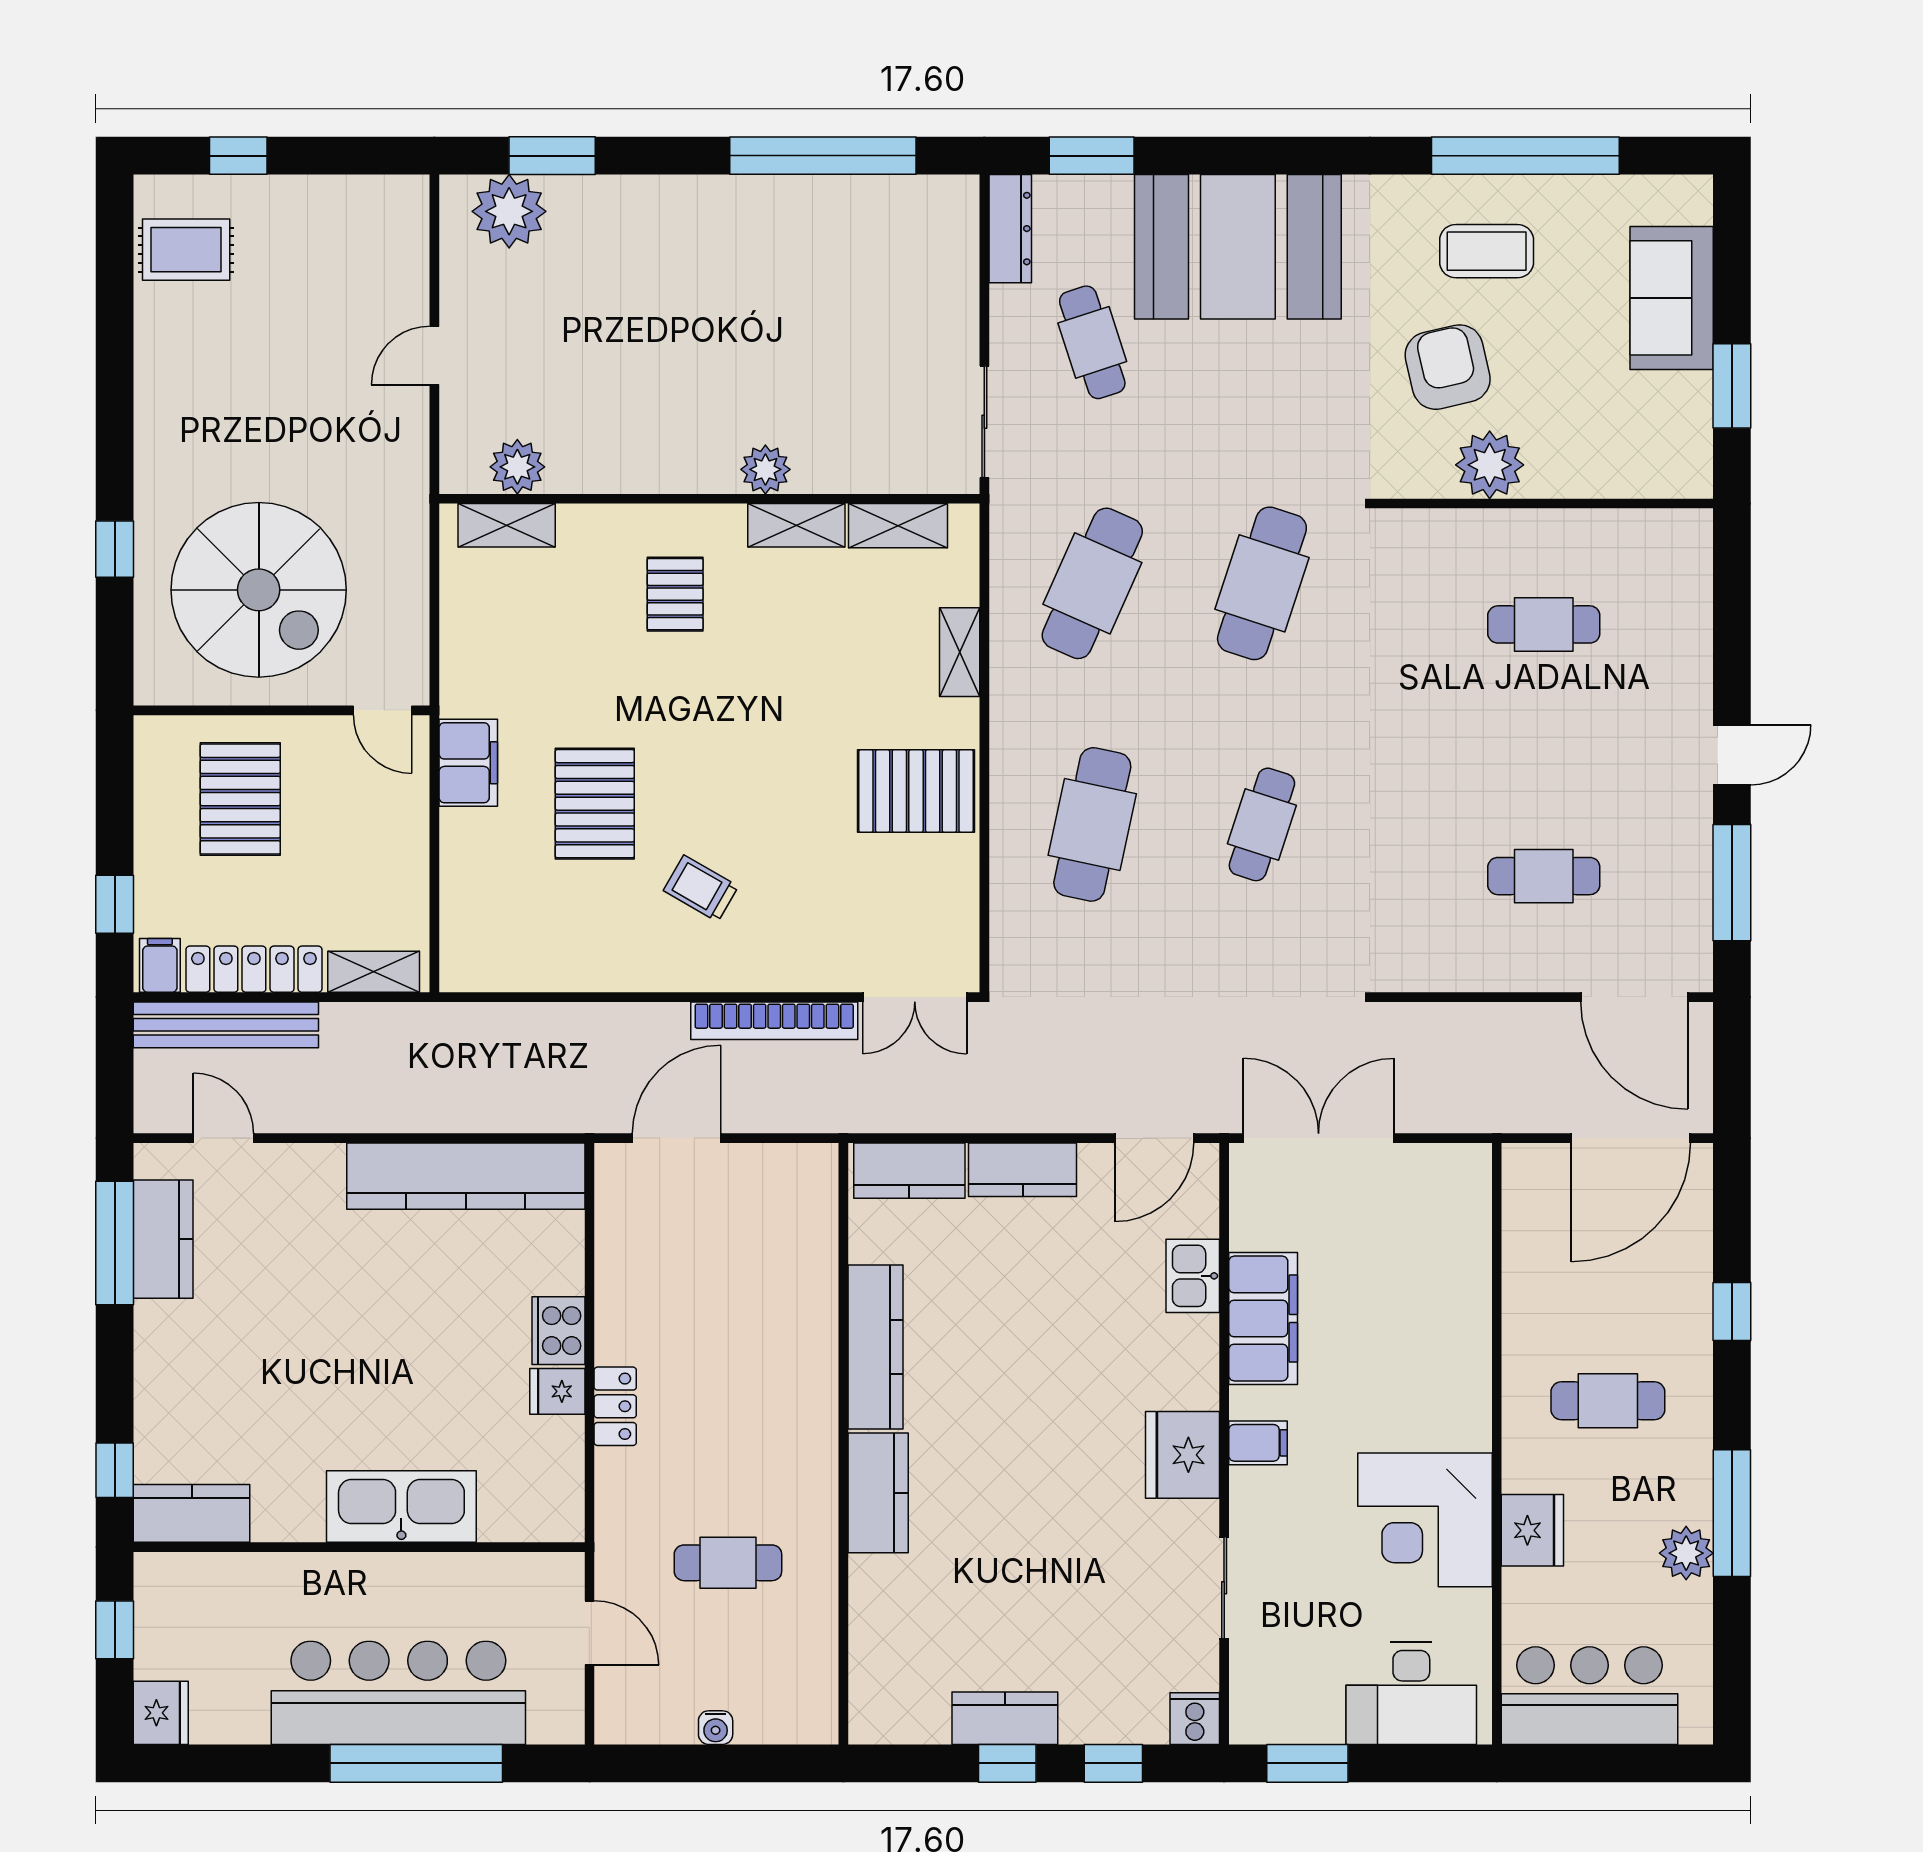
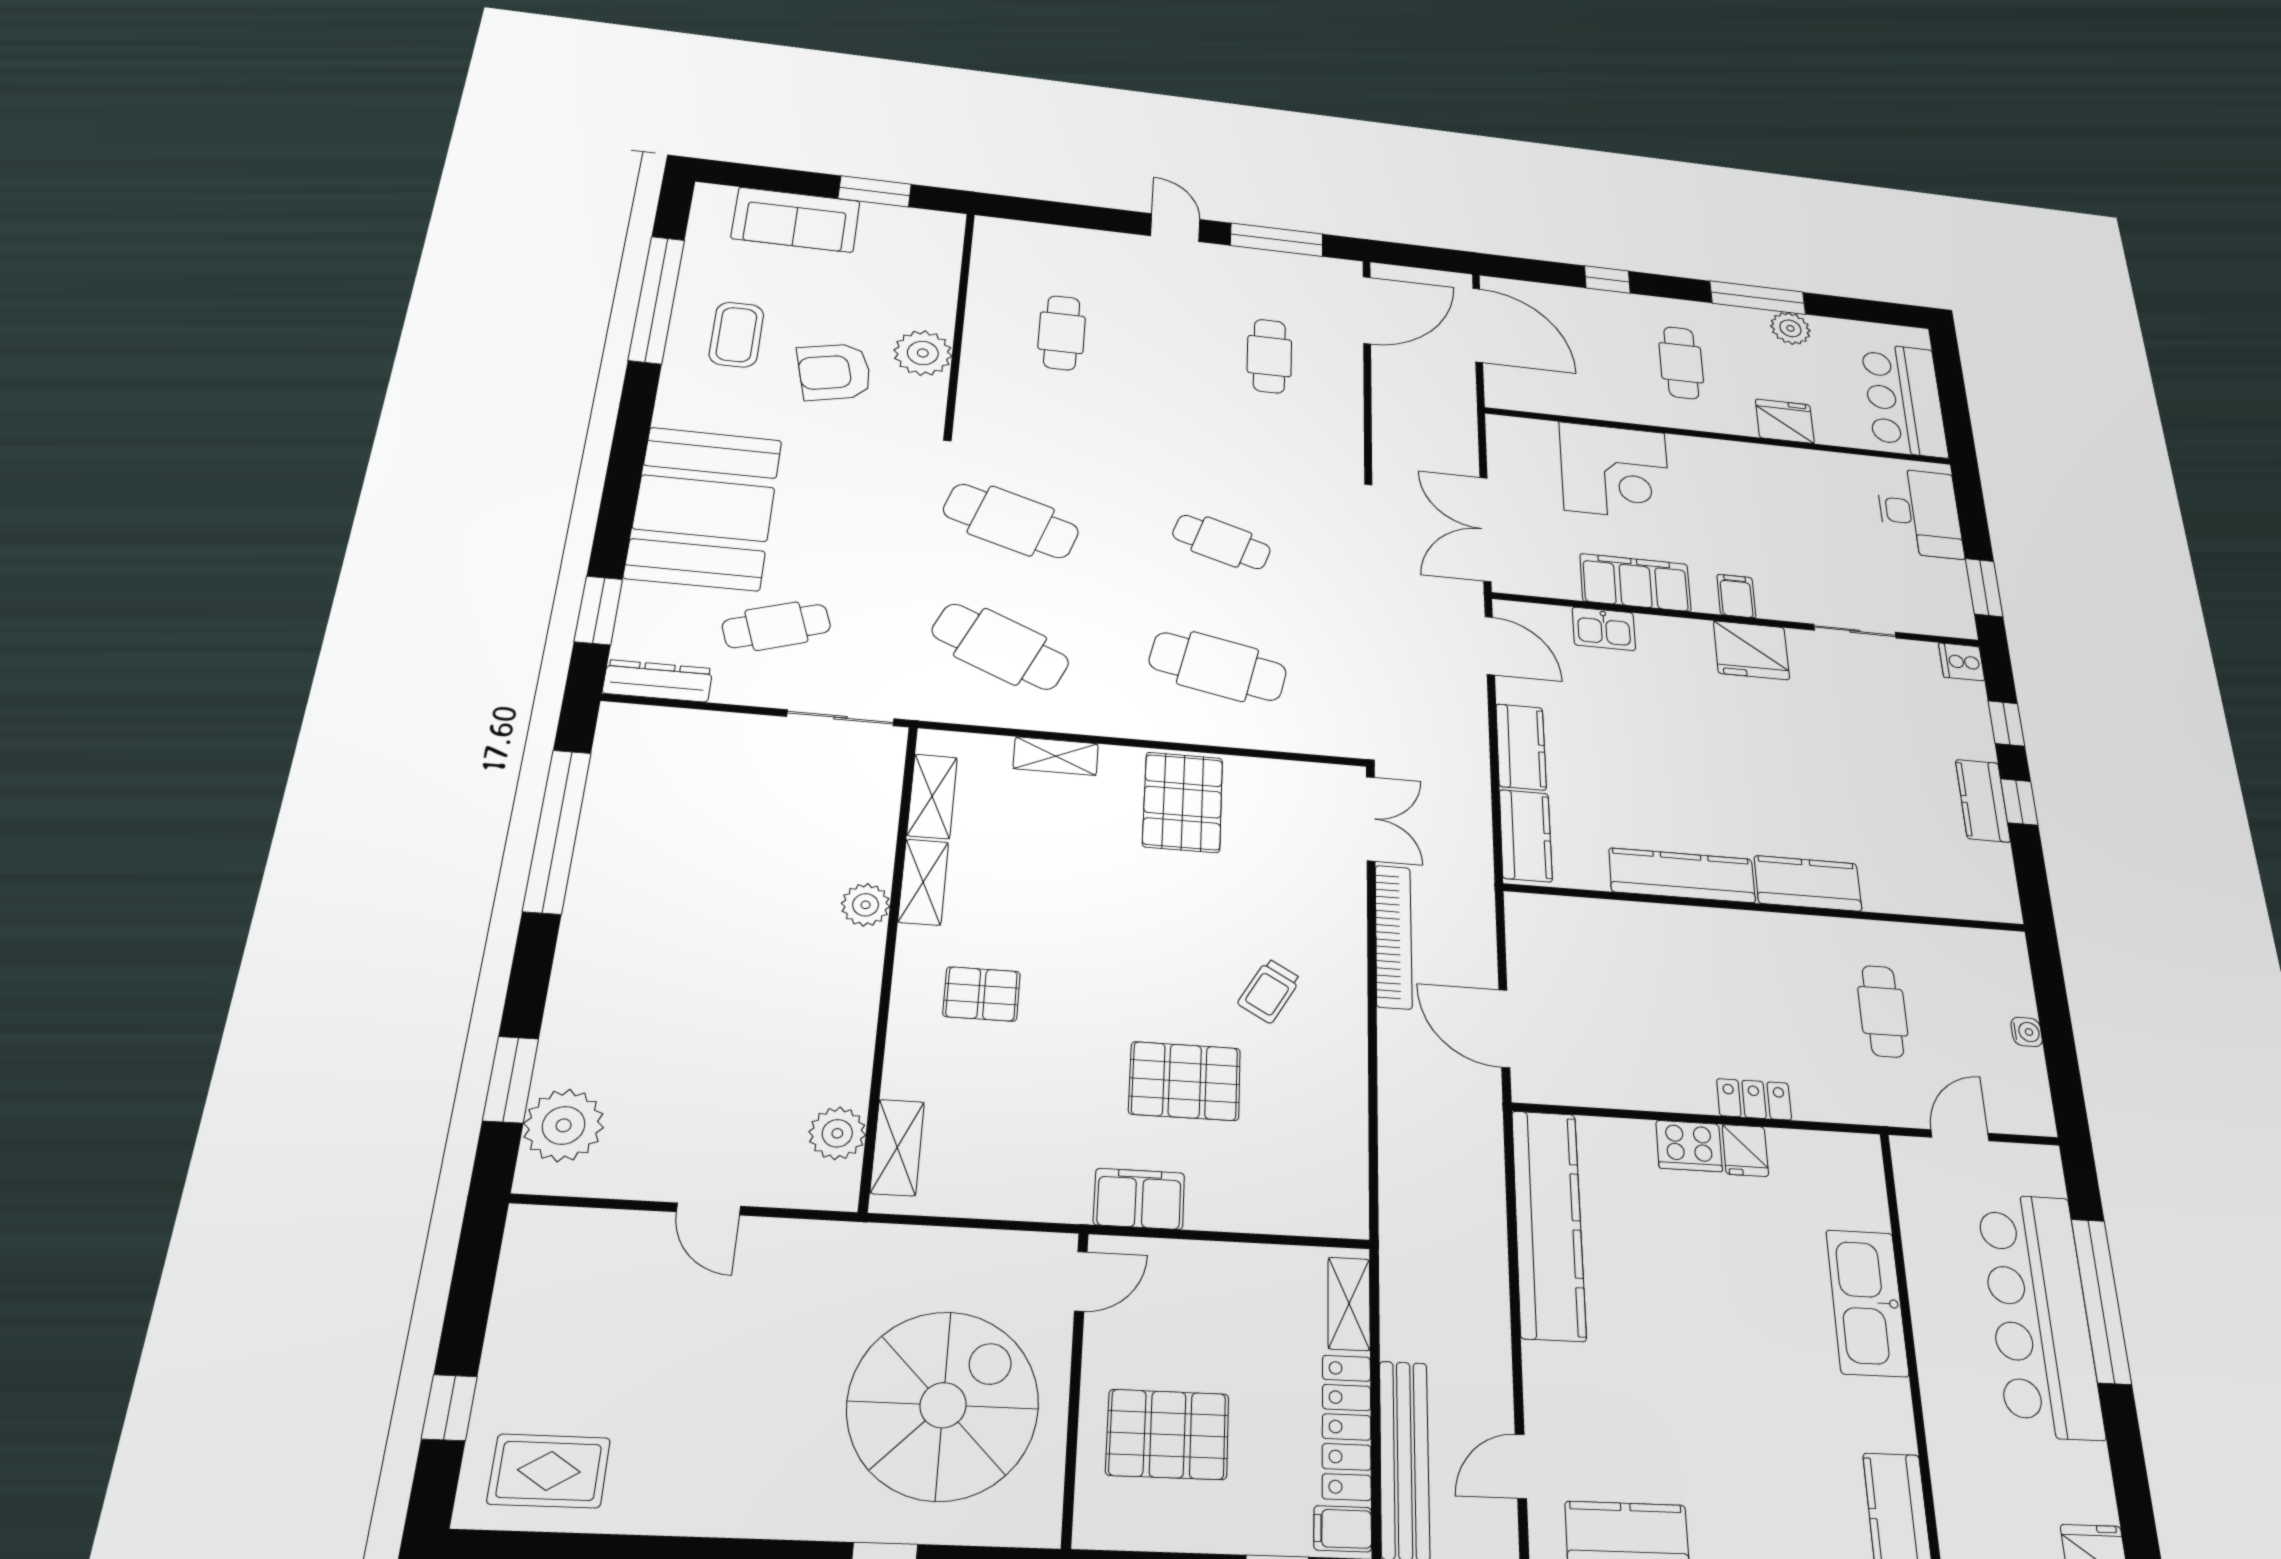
rug: (186, 250) -> (549, 1471), turned 90
corner desk: (1425, 1520) -> (1615, 471), moved

